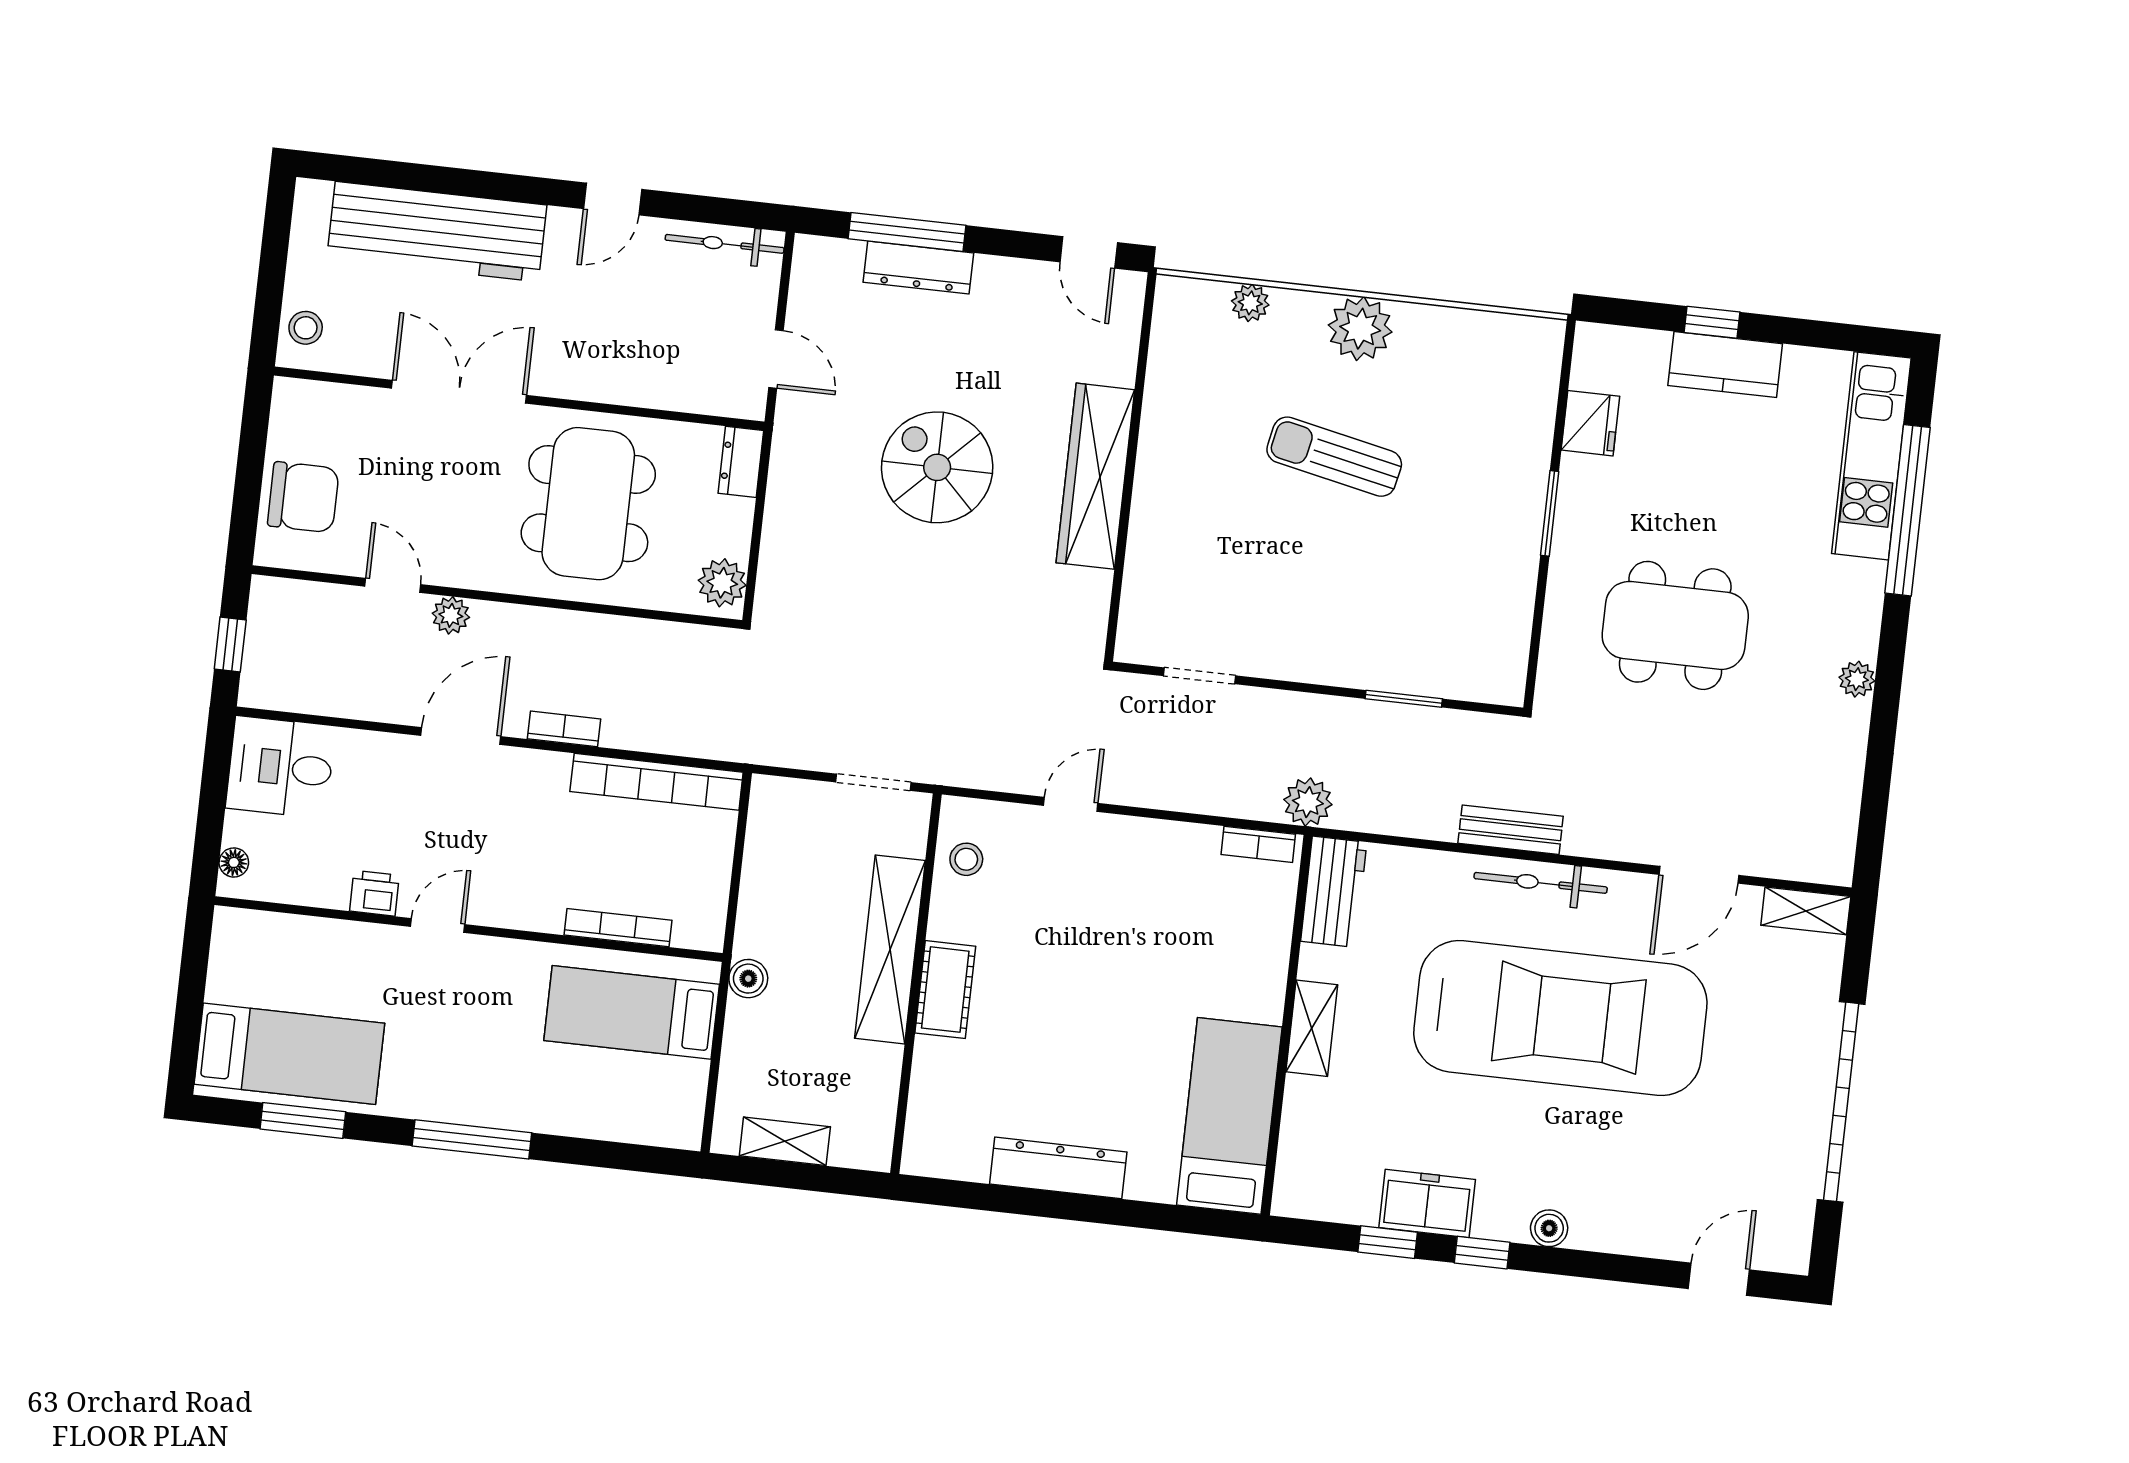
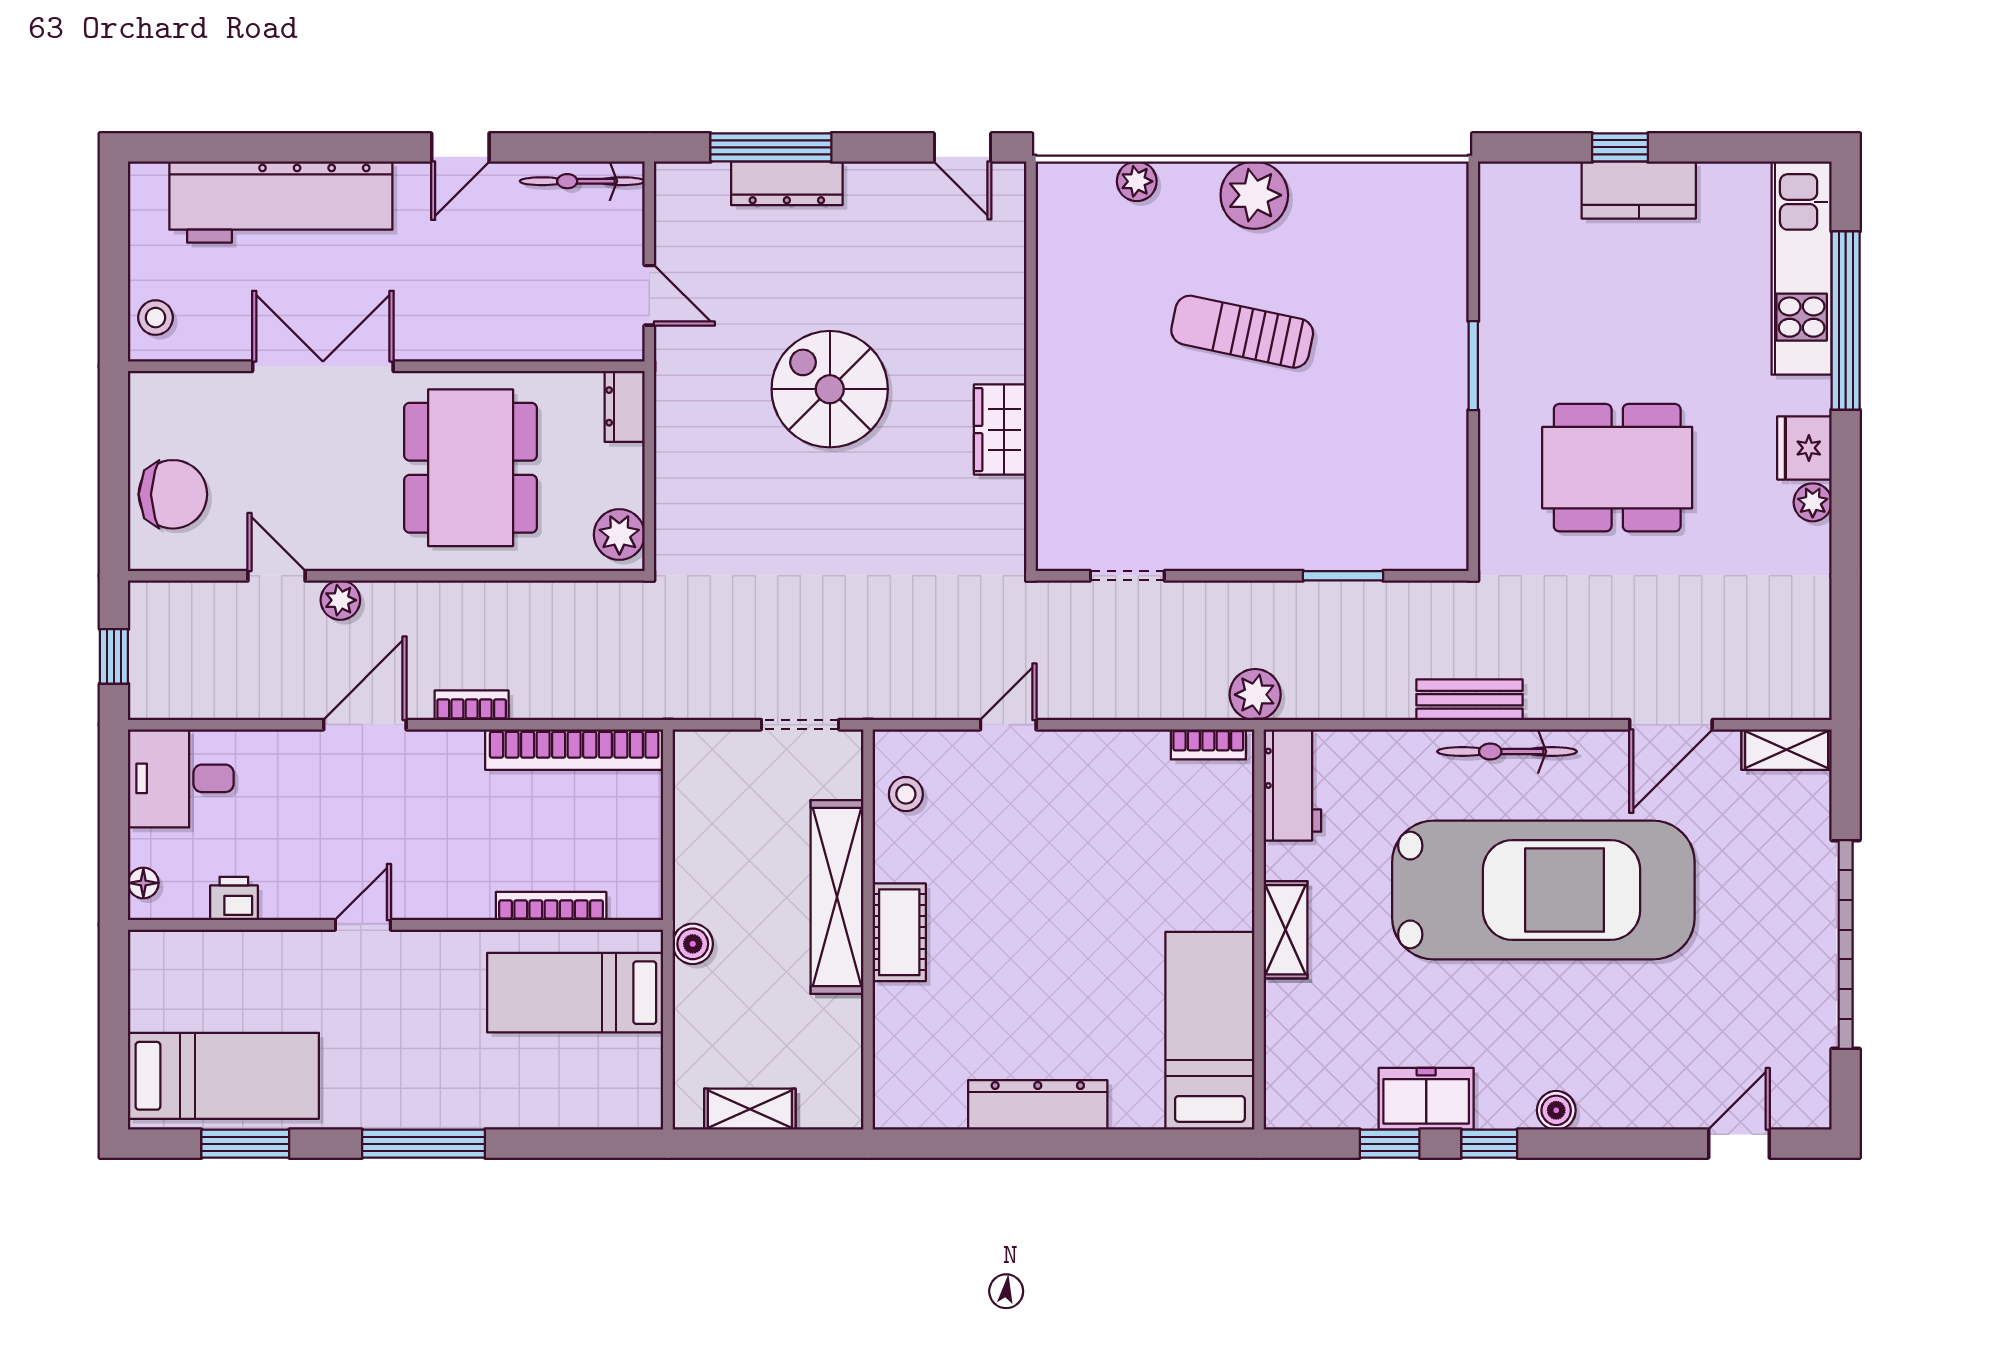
fridge: (1590, 423) -> (1804, 448), moved, turned 180
wardrobe: (1095, 476) -> (1000, 430), width x0.48, depth x0.85
printer: (374, 893) -> (234, 898), moved

